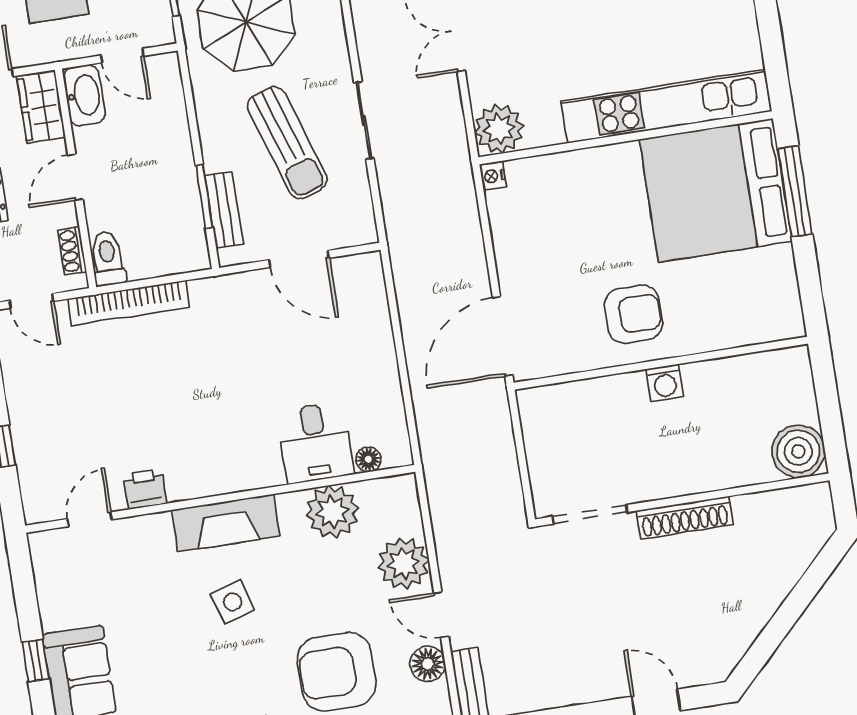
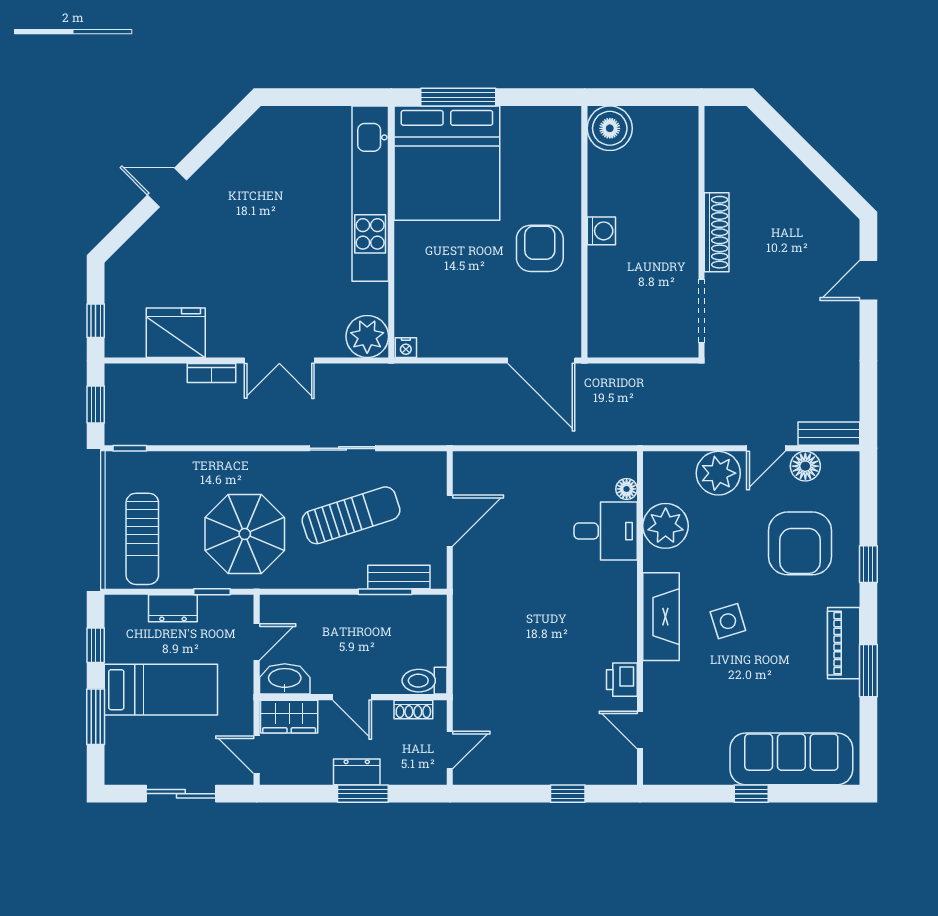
bookcase: (129, 303) -> (464, 669), removed
boiler: (798, 451) -> (610, 128), moved

